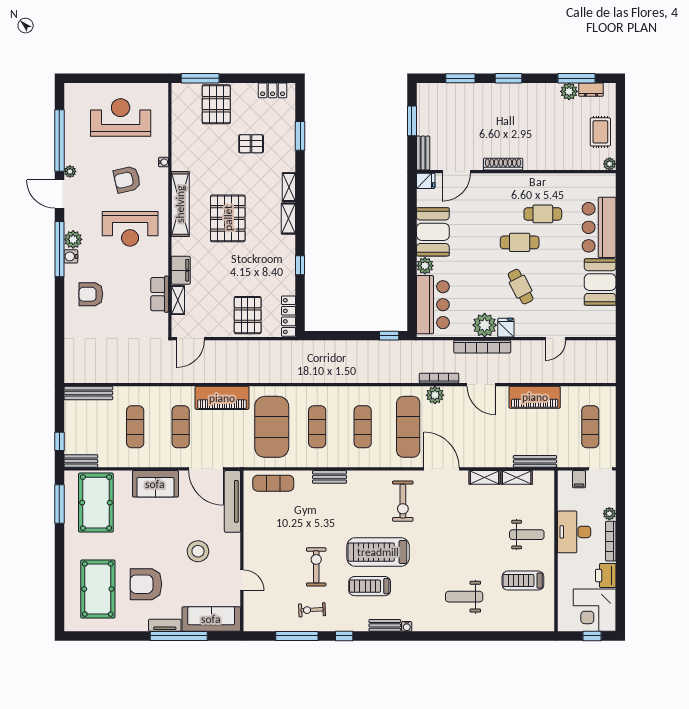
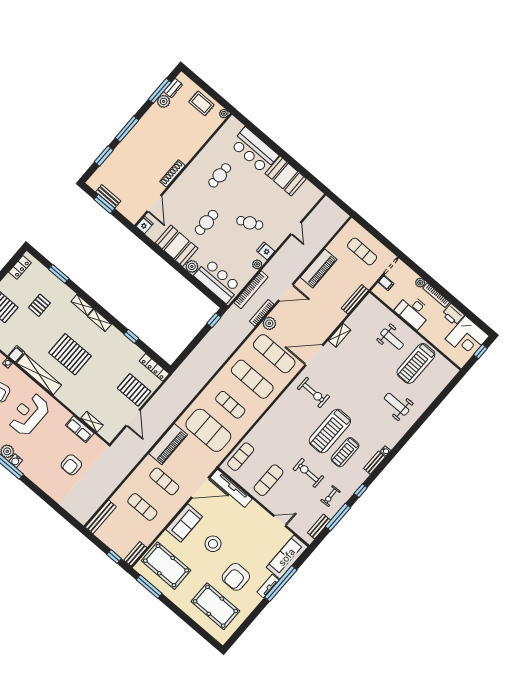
window: (508, 78) -> (127, 129), width x1.44
bench: (423, 153) -> (108, 196), moved
reception desk: (130, 229) -> (29, 414), turned 180
cafe table: (520, 242) -> (207, 222), moved
filing cabinet: (181, 270) -> (16, 354), moved, width x0.50
armchair: (91, 294) -> (71, 465), moved
plant: (485, 325) -> (257, 264), width x0.53, depth x0.53
door: (191, 339) -> (133, 418), moved
bookcase: (482, 347) -> (251, 290), moved
exercise mat: (363, 427) -> (252, 379), width x1.36, depth x1.45
bench: (329, 477) -> (319, 527), moved
shelving: (517, 477) -> (355, 317), removed
exercise mat: (274, 532) -> (269, 480), added
weight bench: (527, 535) -> (392, 339), turned 90
stool: (198, 551) -> (213, 544), moved
treadmill: (523, 581) -> (416, 363), width x1.37, depth x1.38
weight bench: (464, 597) -> (397, 404), turned 90

